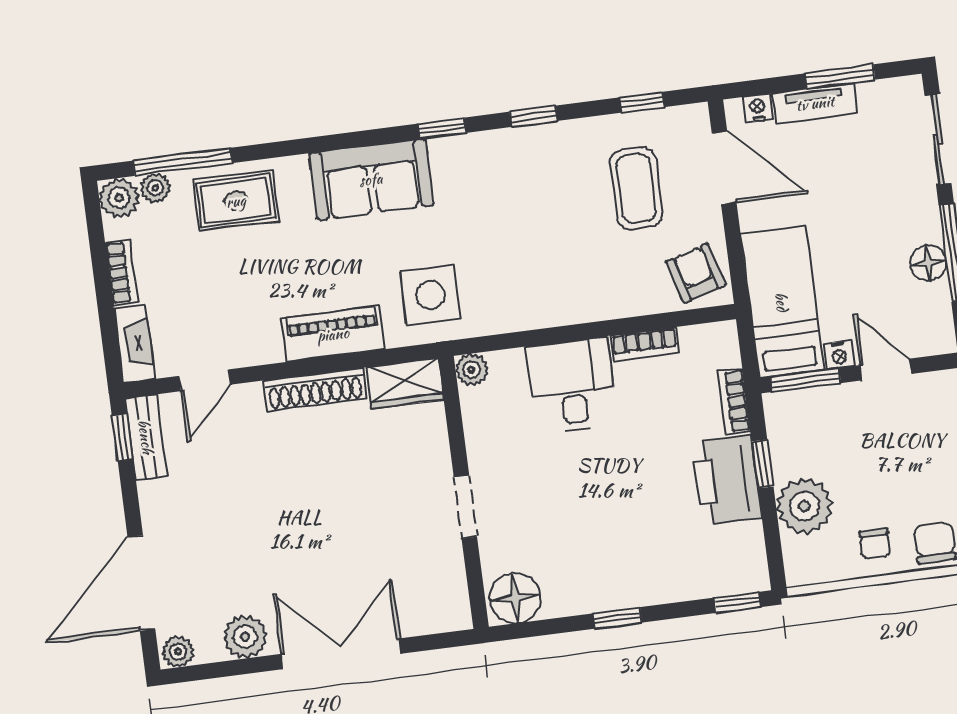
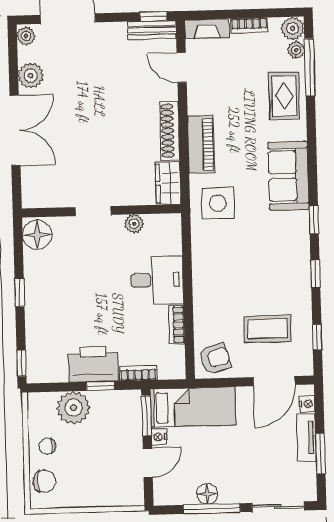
plant: (471, 370) -> (134, 224), moved

